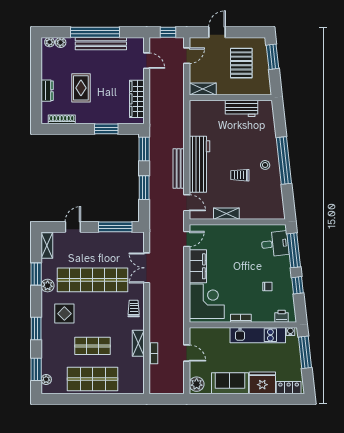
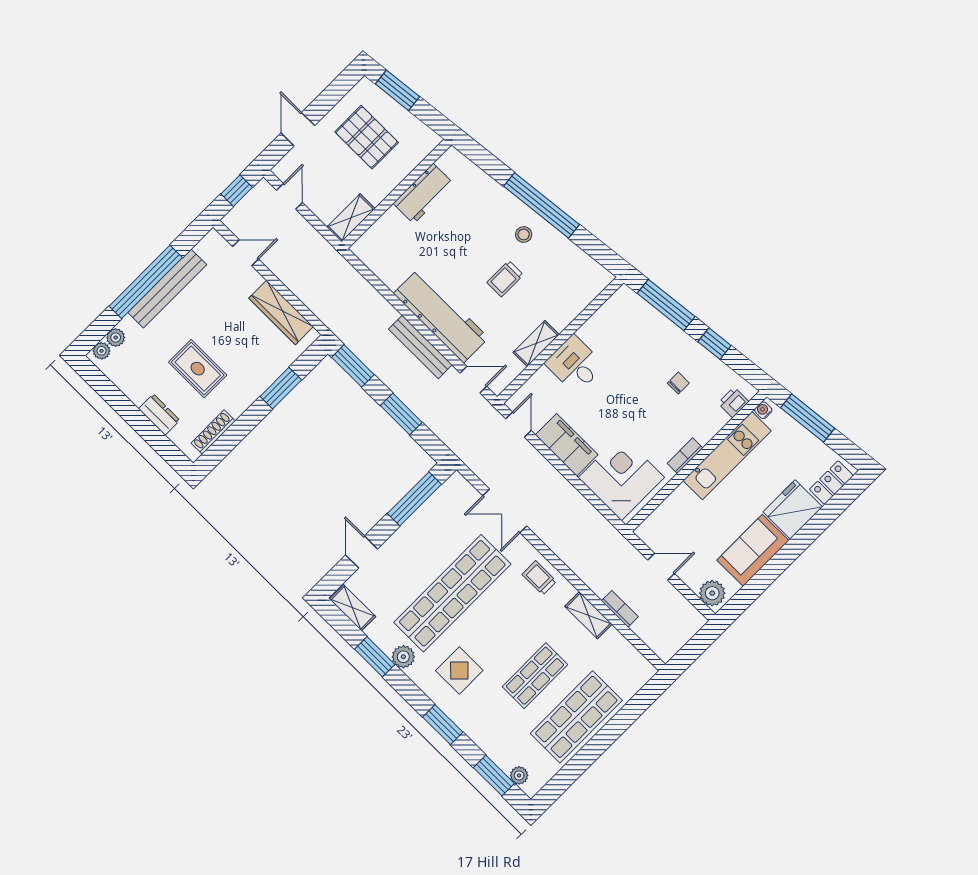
desk: (275, 244) -> (575, 364), moved, turned -84

